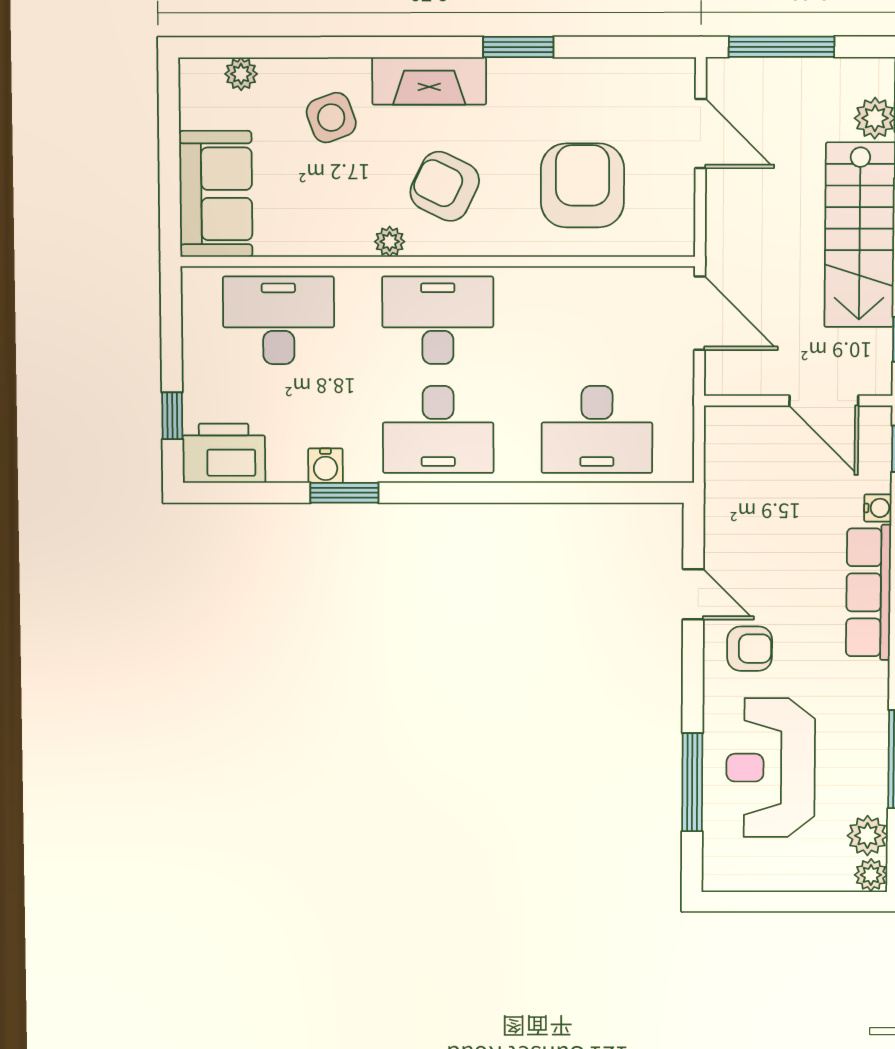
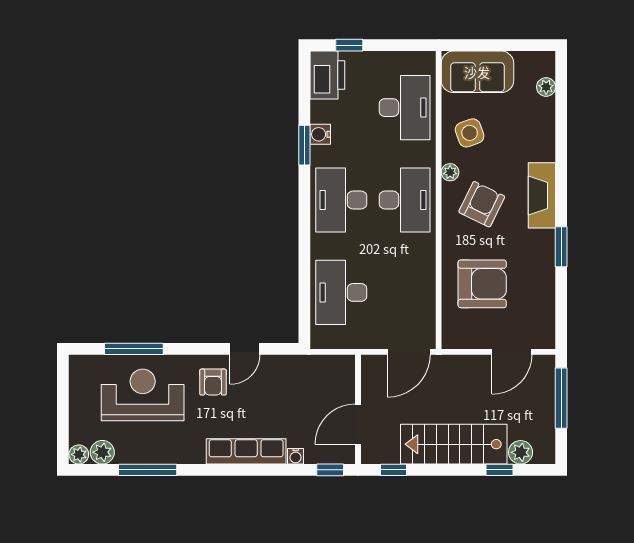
side table: (331, 118) -> (470, 133), moved

